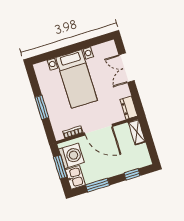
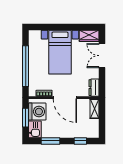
wardrobe: (105, 50) -> (89, 36), added
window: (42, 107) -> (26, 66), width x2.11

